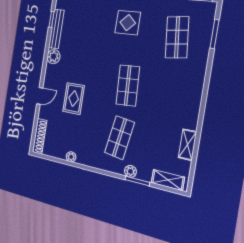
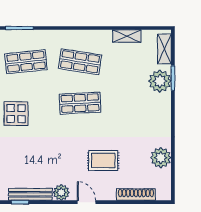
door: (40, 96) -> (86, 202), moved
shoe rack: (40, 136) -> (136, 194), moved
shop shelf: (119, 138) -> (80, 62), moved
plant: (71, 157) -> (161, 158), width x1.87, depth x1.87
plant: (130, 171) -> (160, 81), width x1.88, depth x1.88

